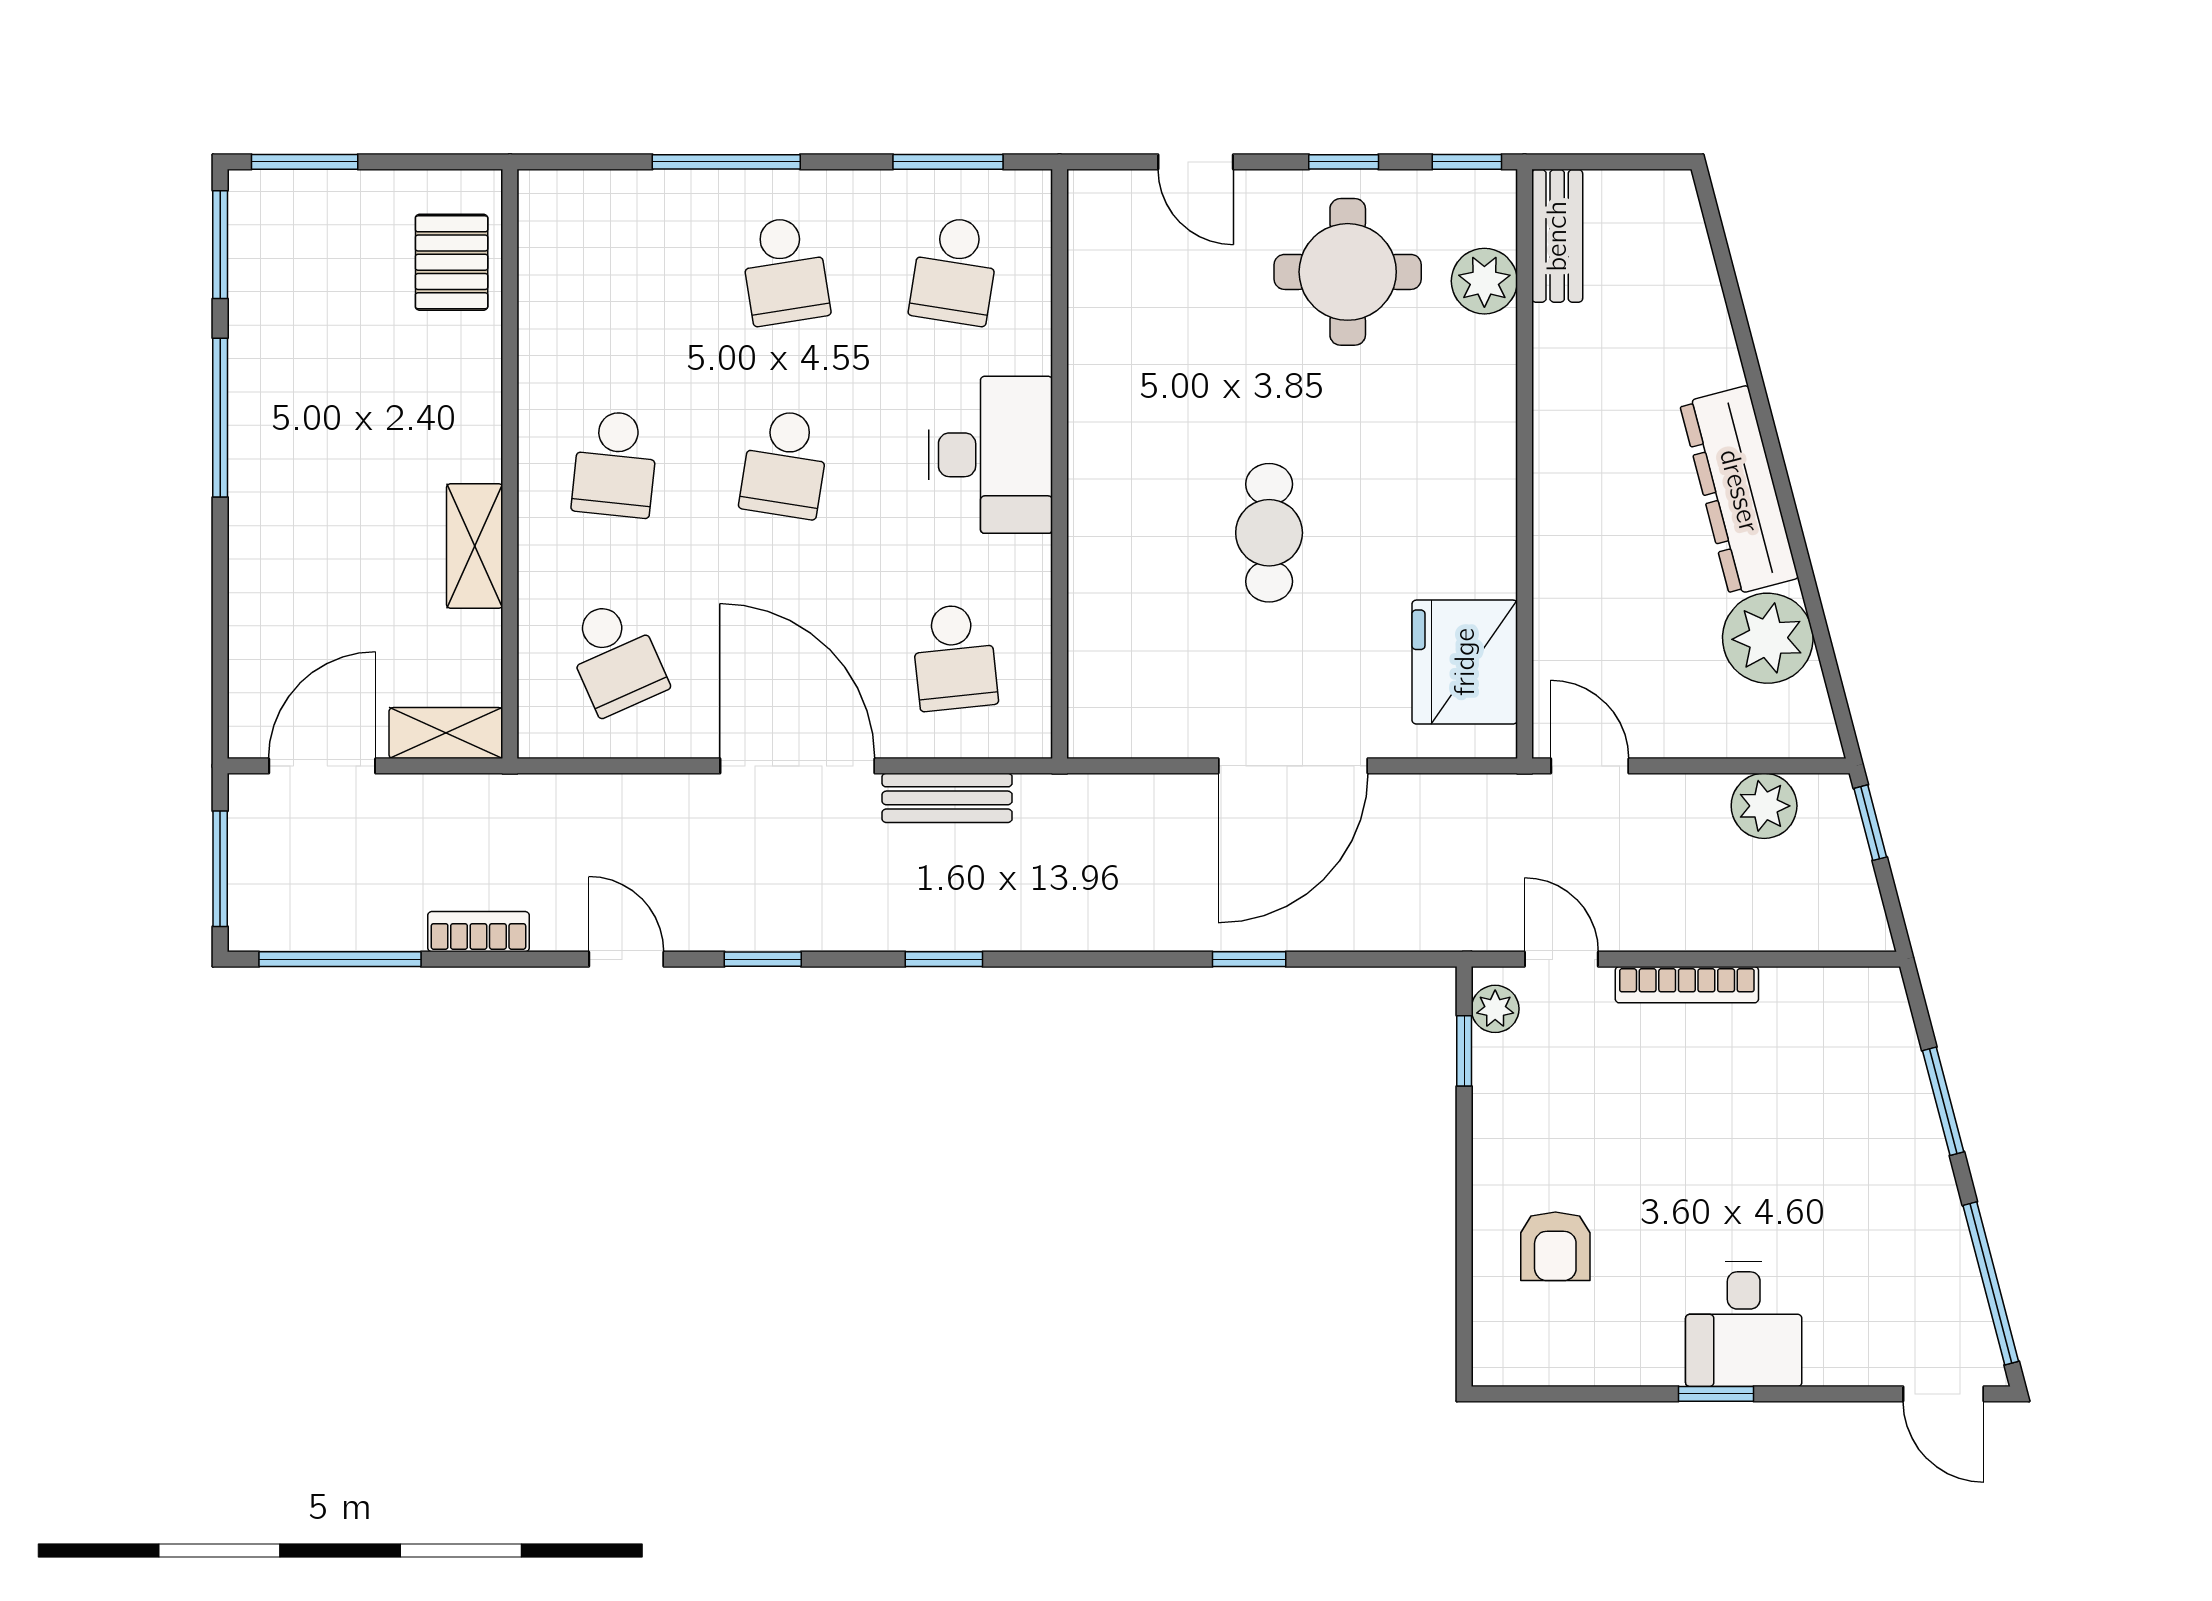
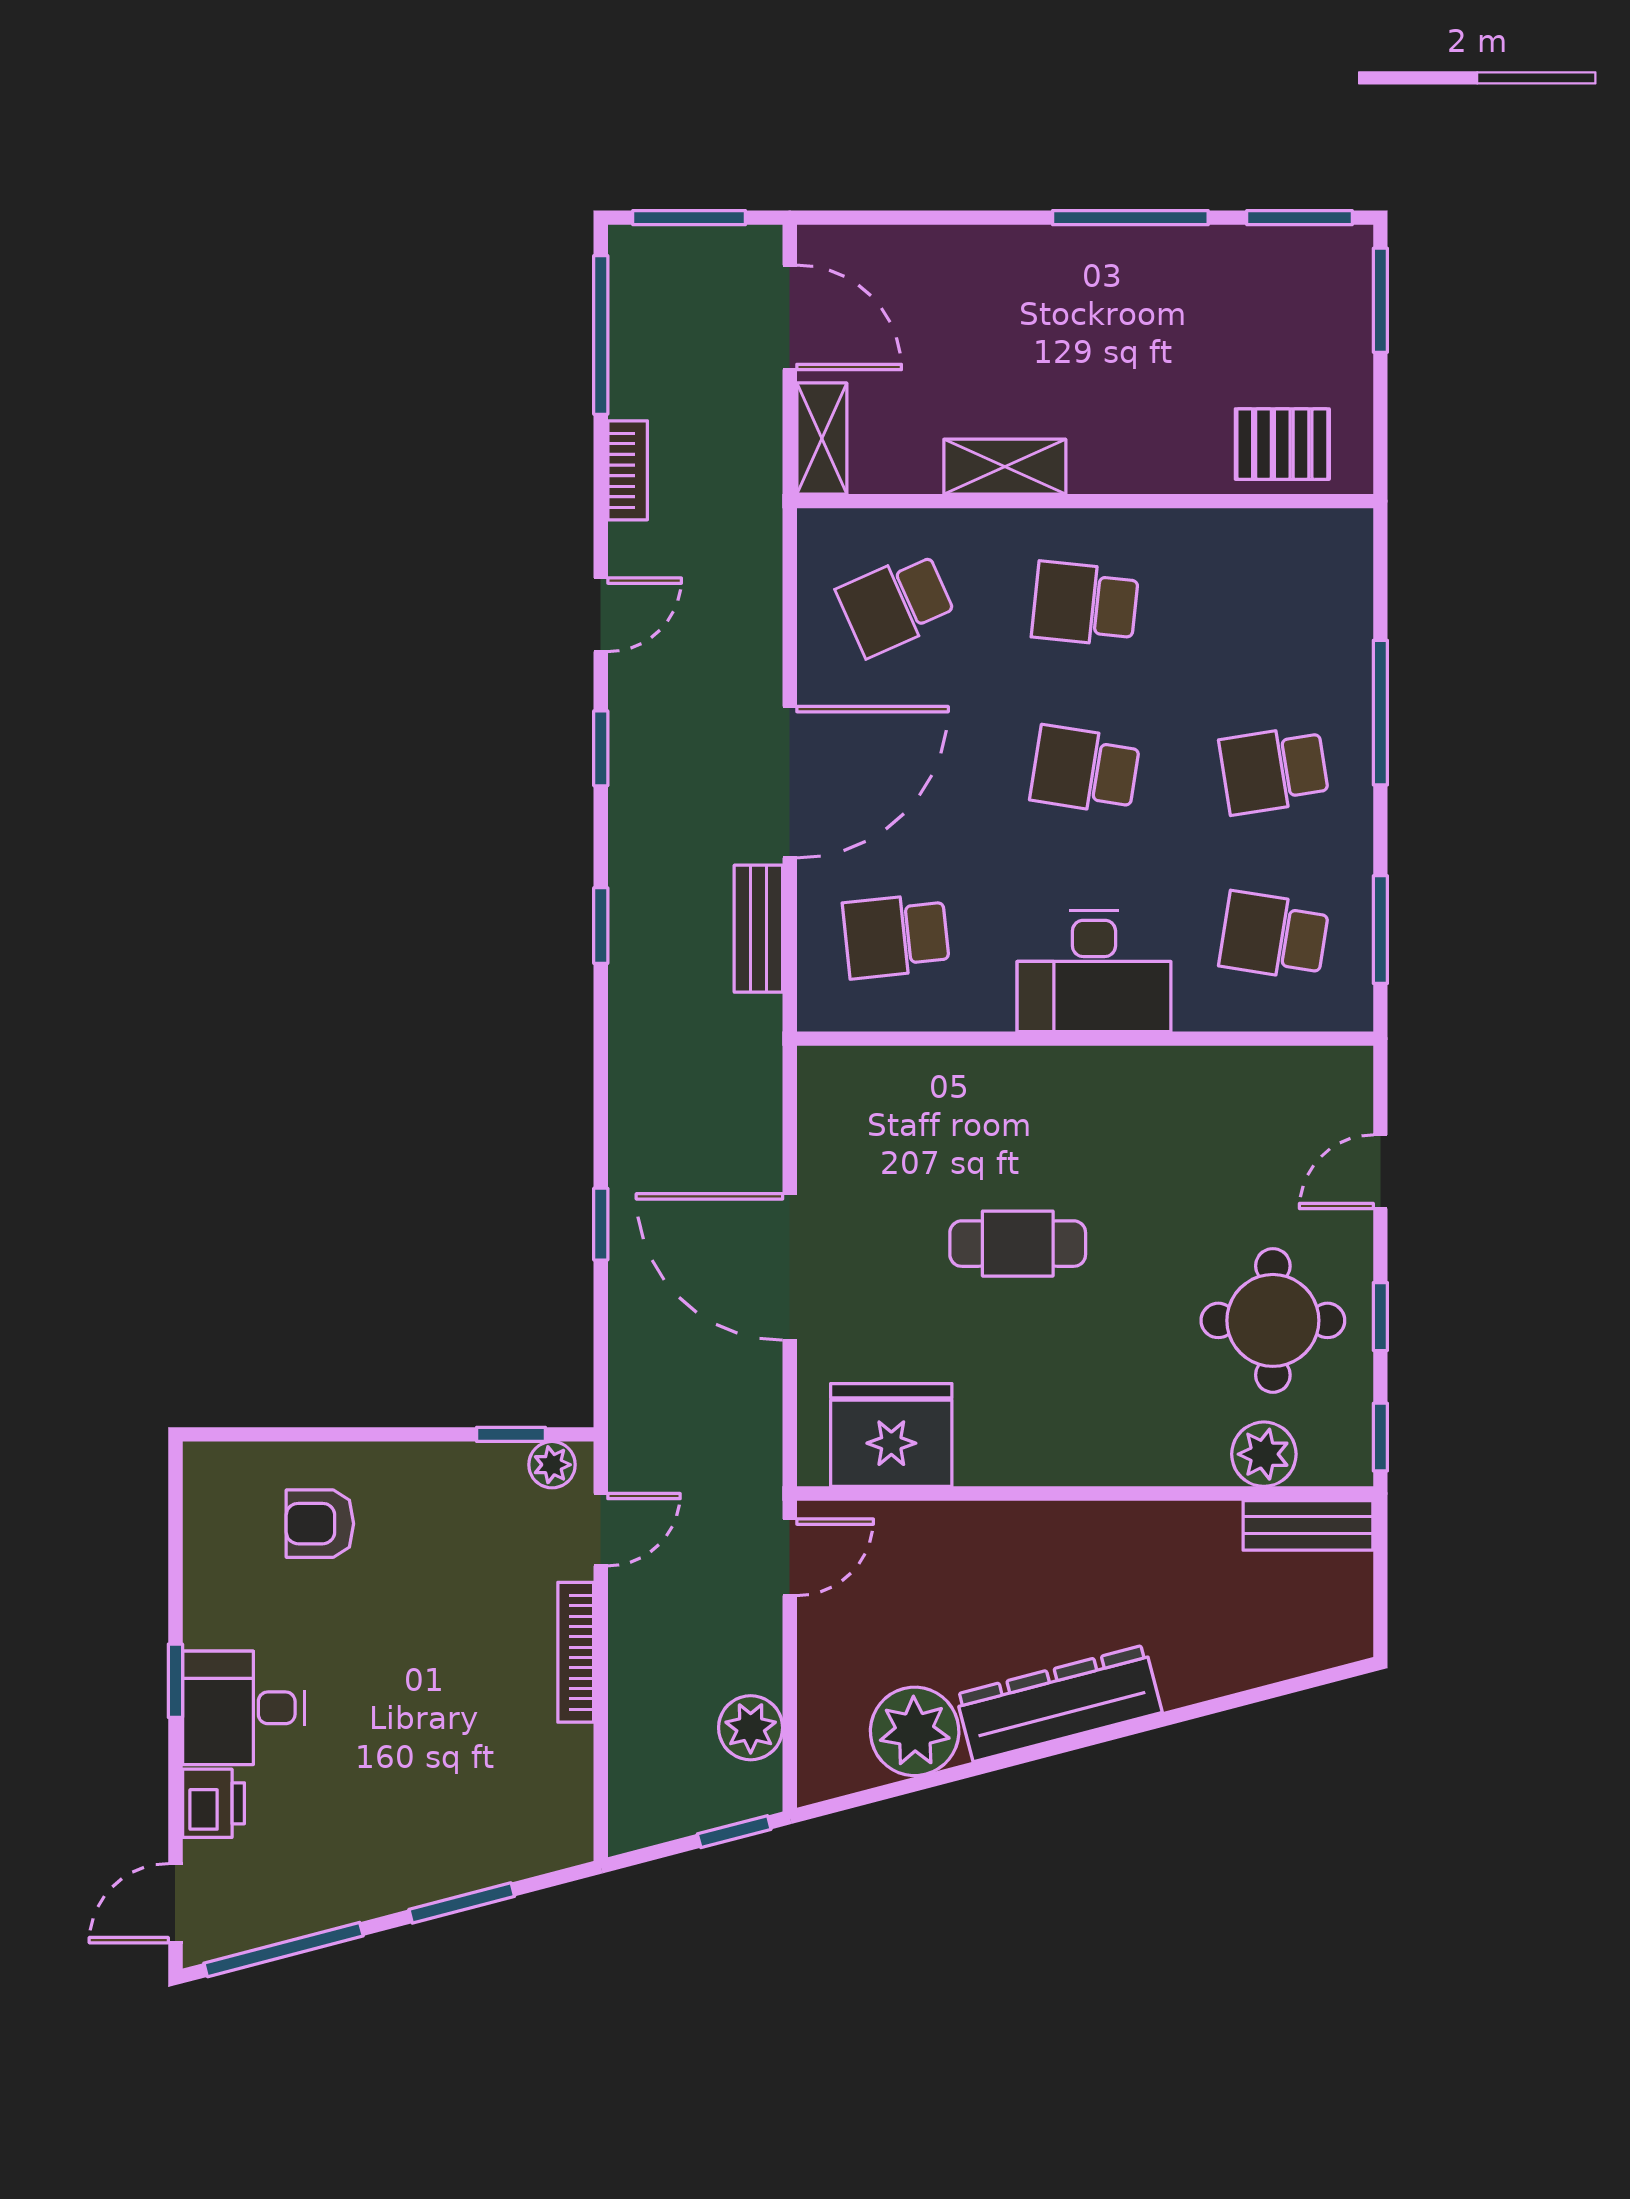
printer: (1841, 1355) -> (214, 1803), added

